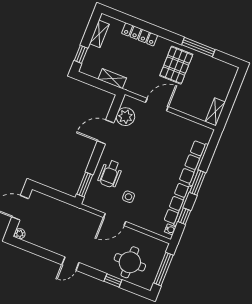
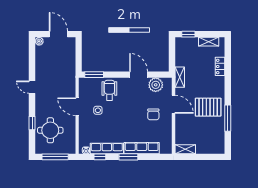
locker: (140, 34) -> (220, 66), width x0.66
shelving: (112, 79) -> (180, 77), moved
chair: (159, 133) -> (153, 114), added
wheelchair: (110, 174) -> (109, 90), turned 90

